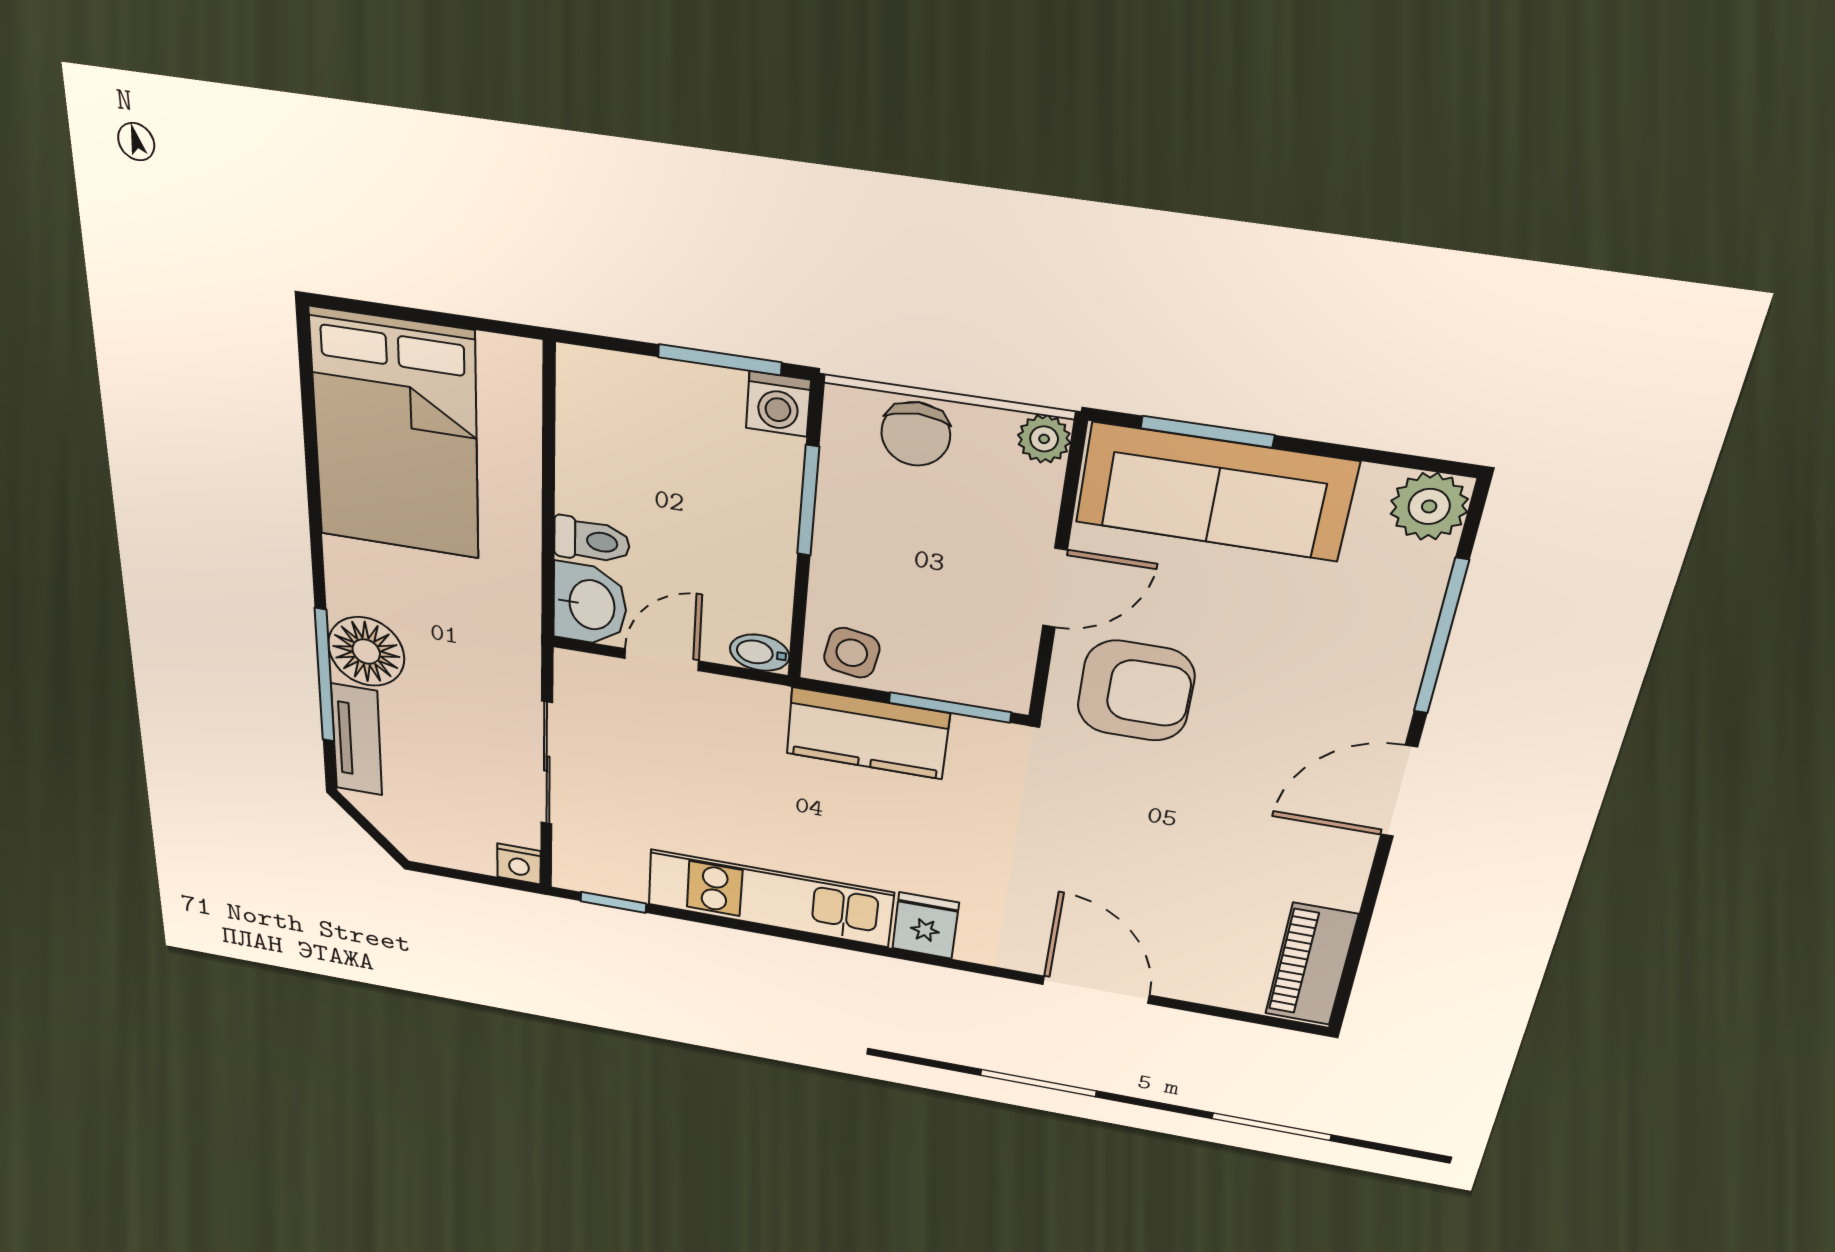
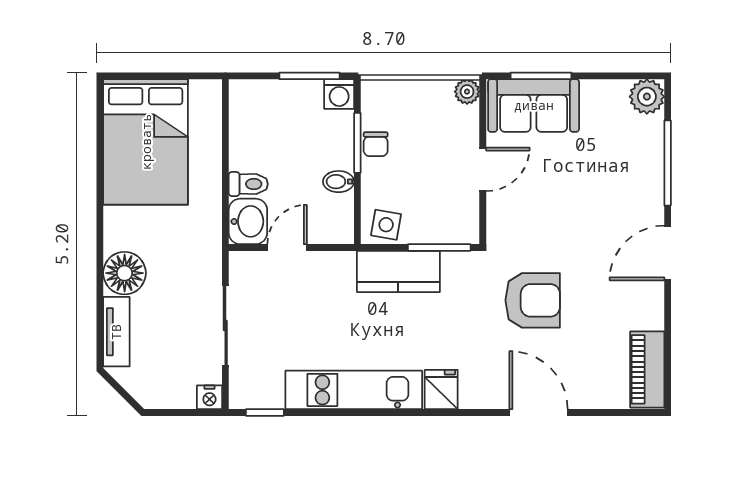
chair: (916, 434) -> (376, 144), moved, width x0.73, depth x0.73
sofa: (1215, 492) -> (534, 105), width x0.73
bidet: (760, 653) -> (338, 182), moved
window: (325, 676) -> (100, 293), removed
armchair: (1136, 691) -> (533, 300), moved

